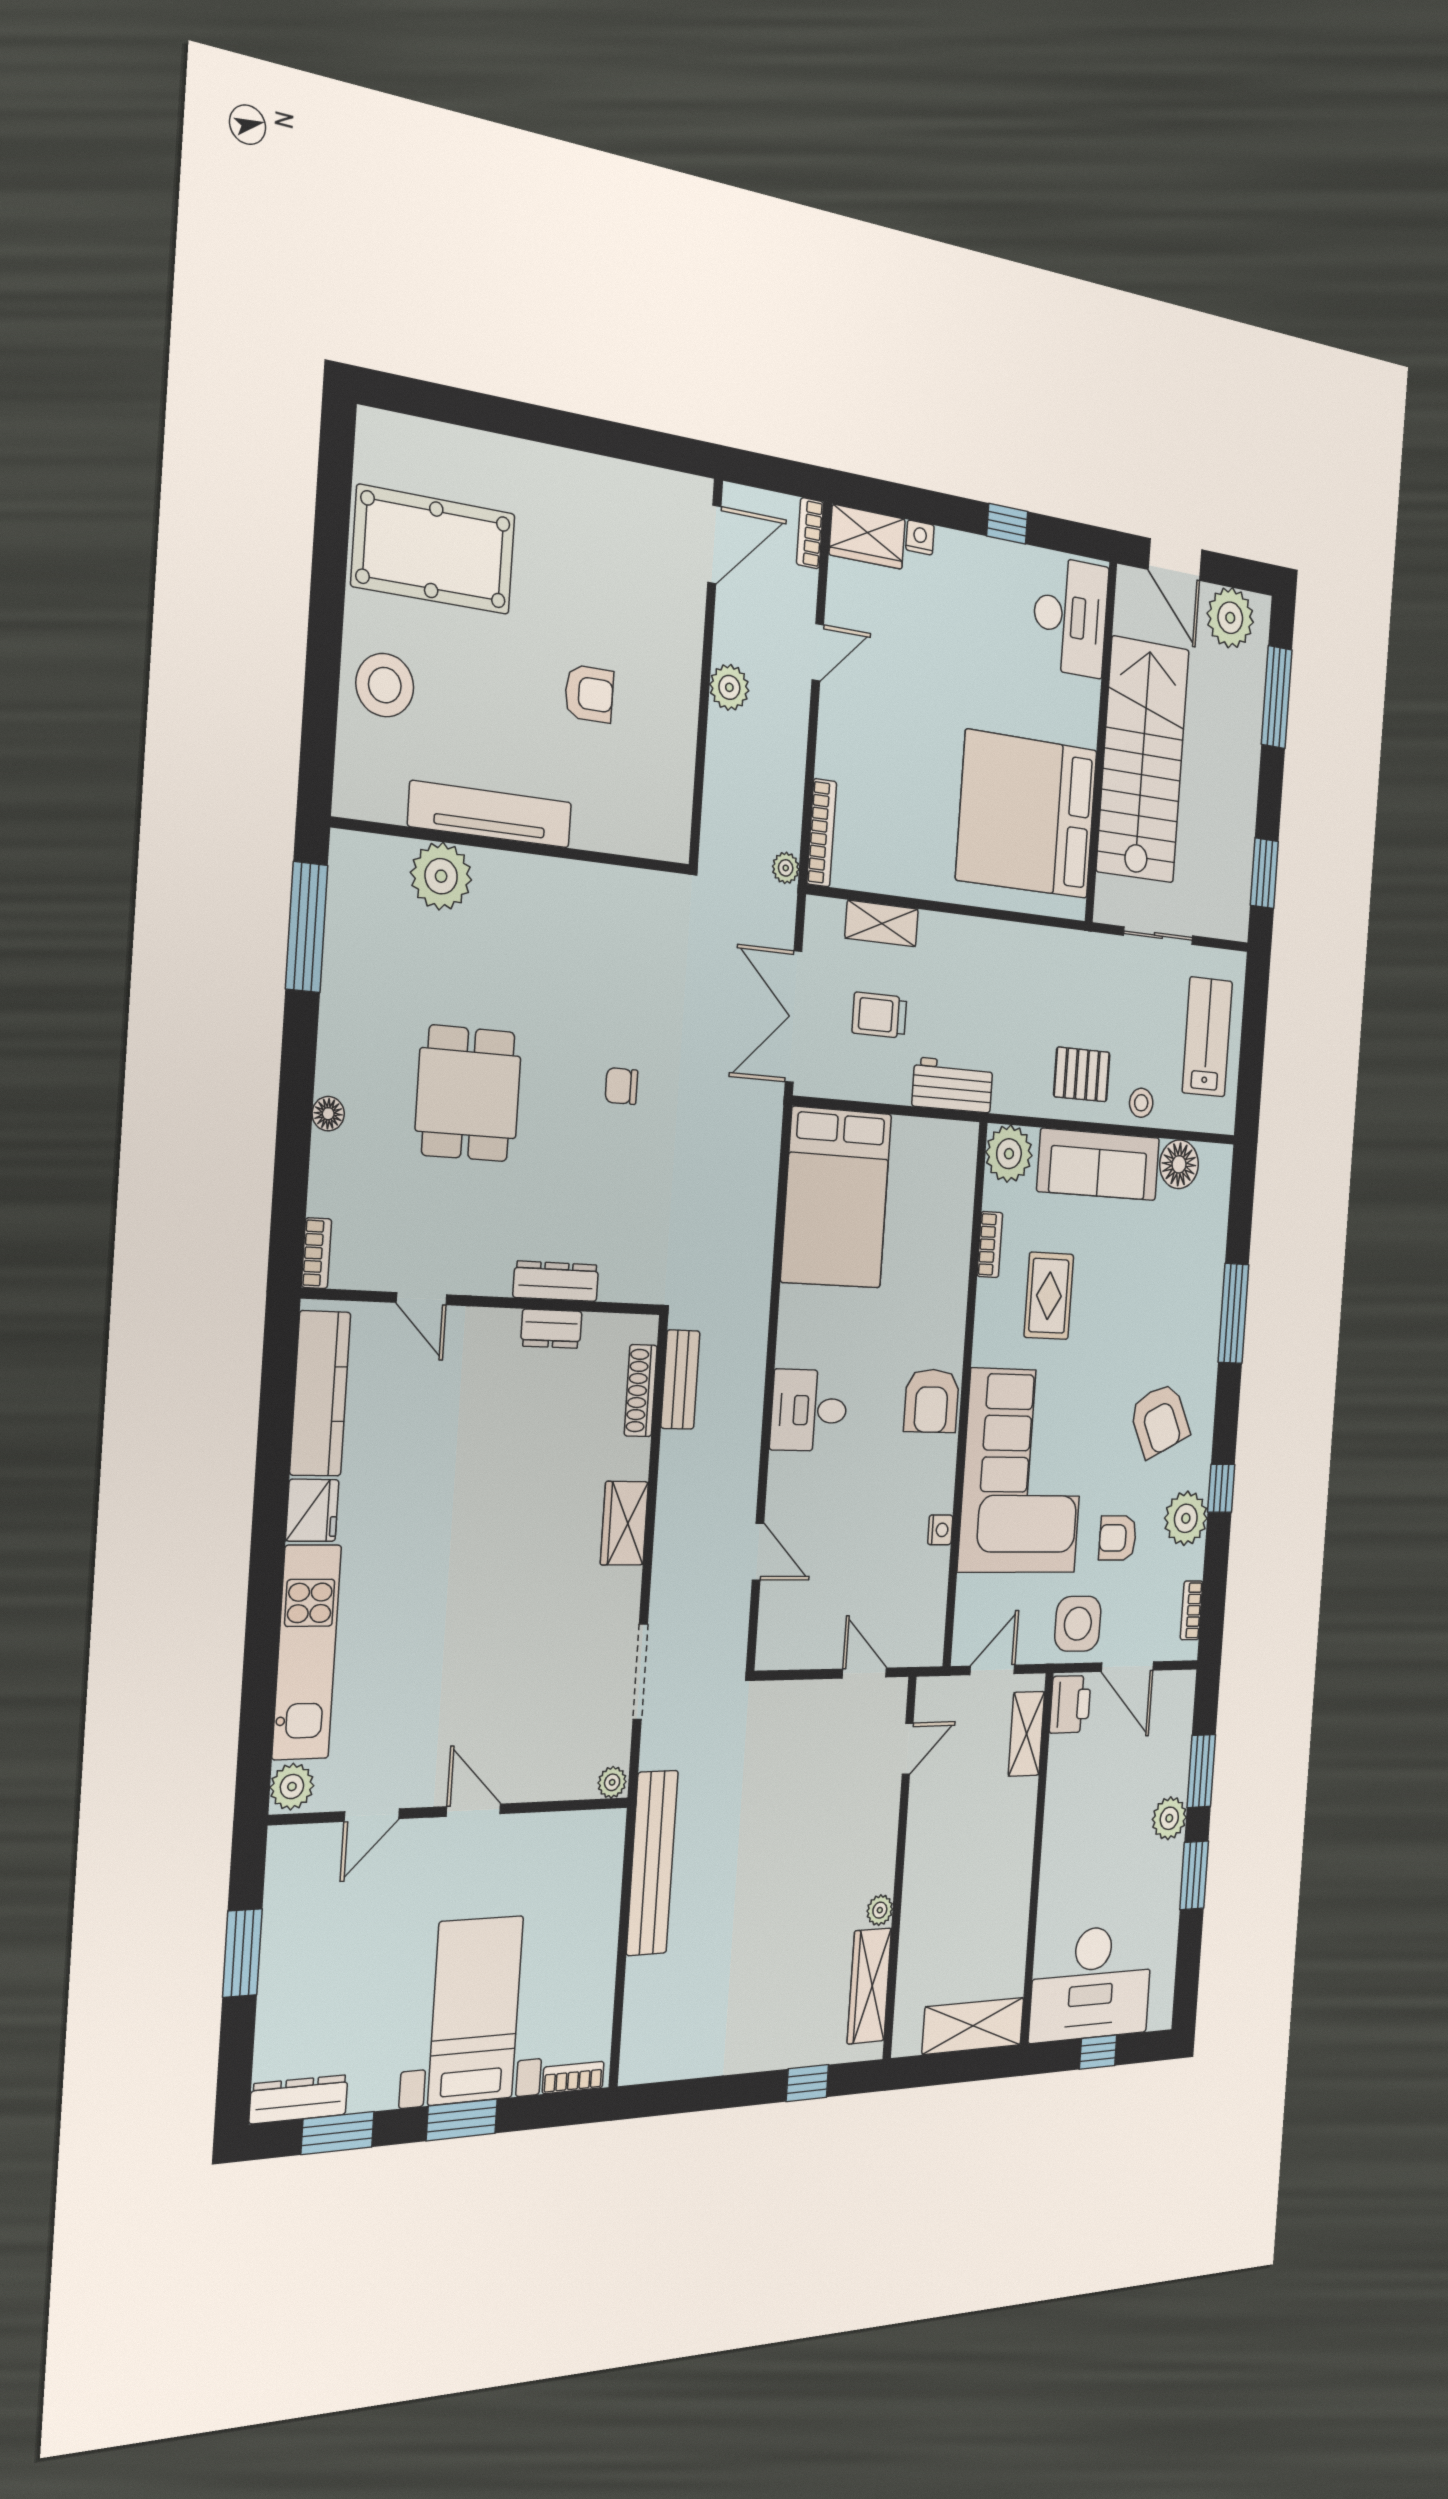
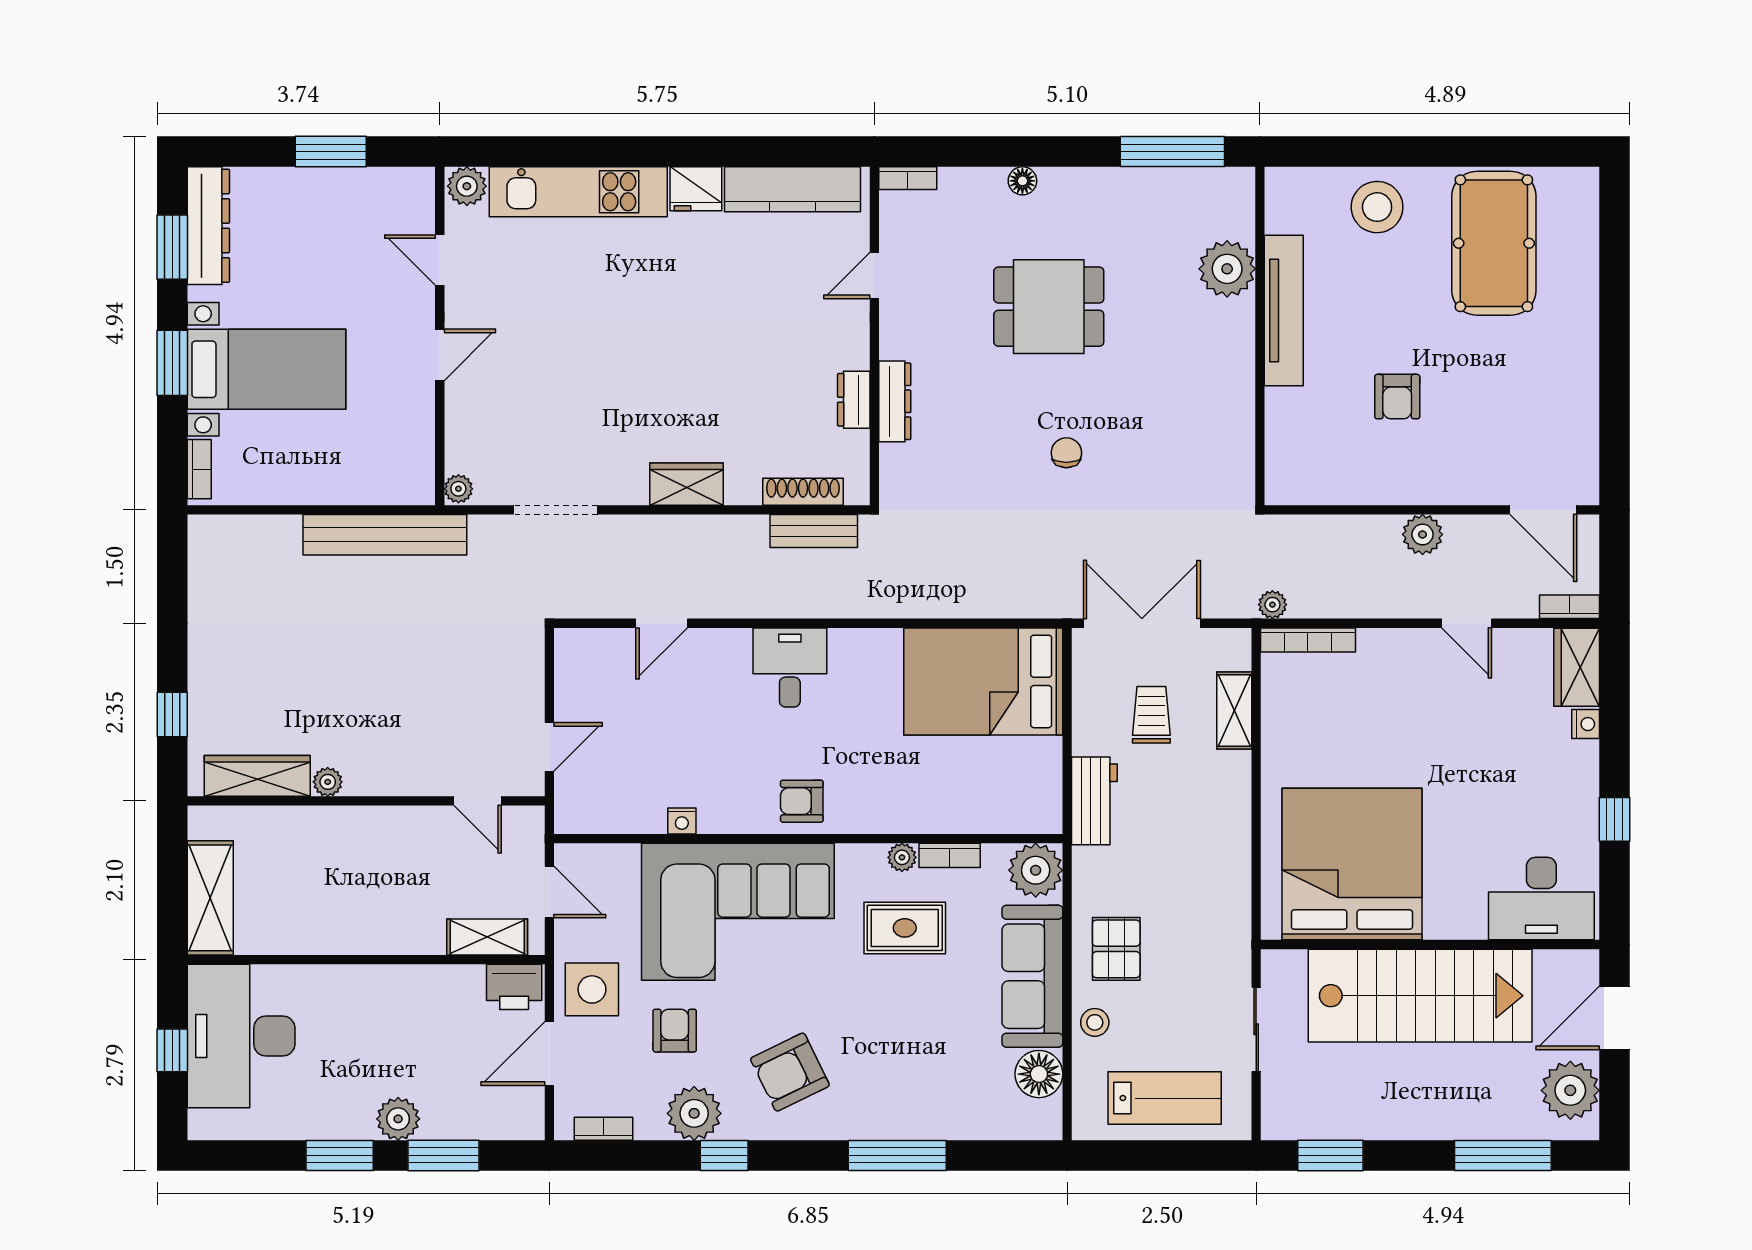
plant: (988, 1296) -> (902, 857), added
armchair: (931, 1401) -> (802, 801), width x0.72, depth x0.72
dresser: (299, 2099) -> (208, 226), width x1.37, depth x1.24

